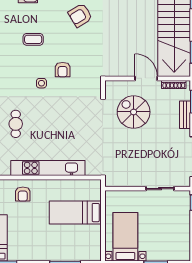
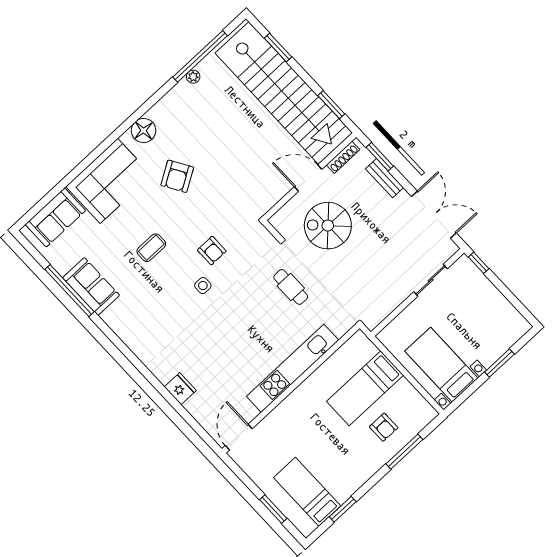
cafe table: (16, 124) -> (291, 287), moved
armchair: (23, 194) -> (384, 427), moved

